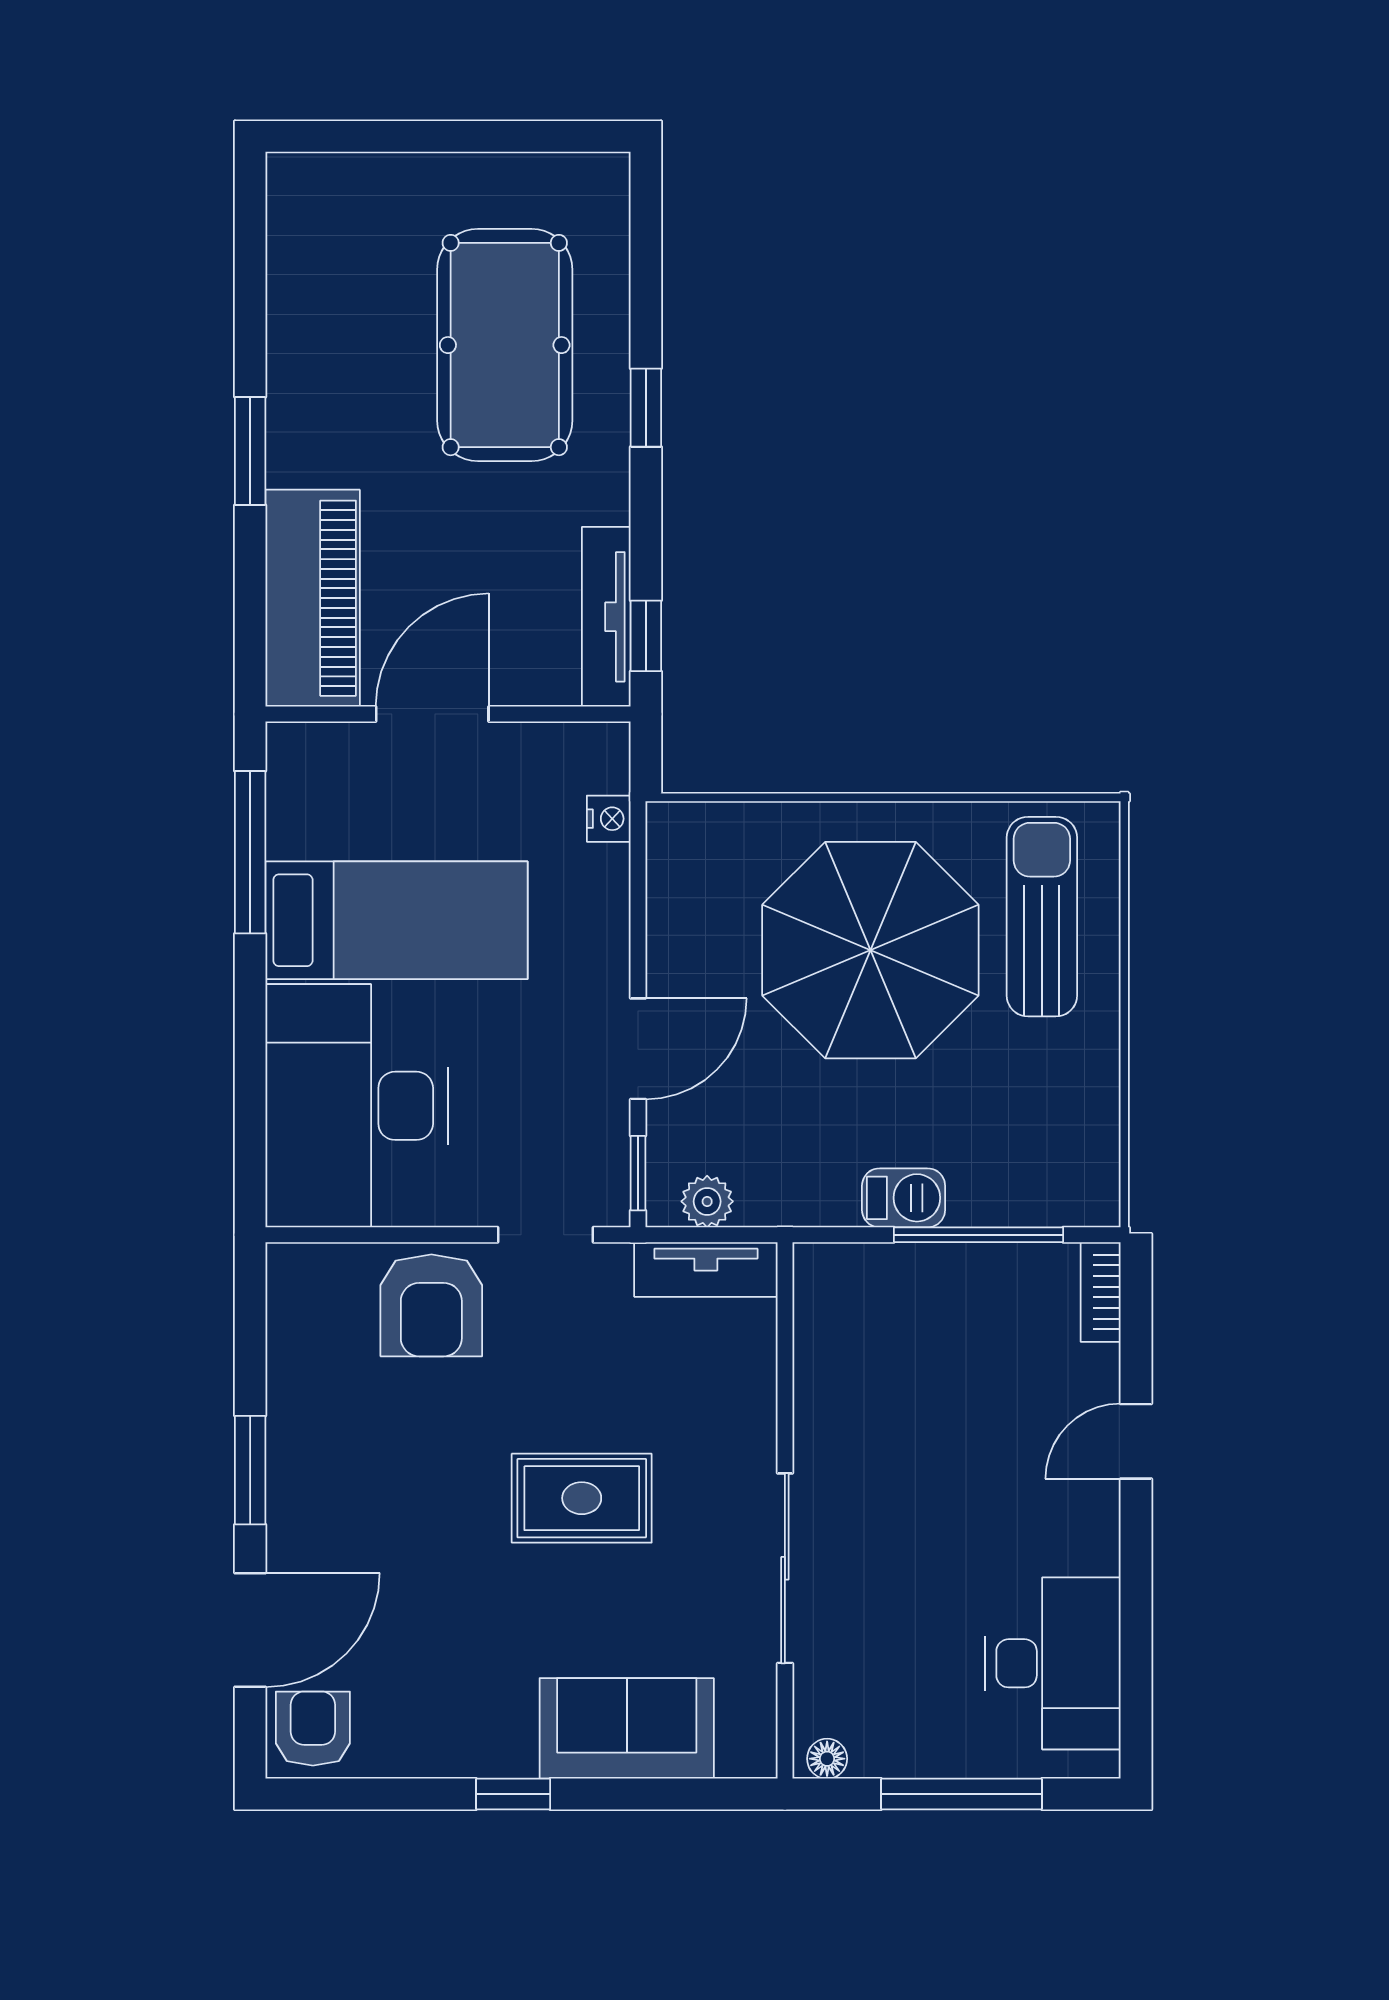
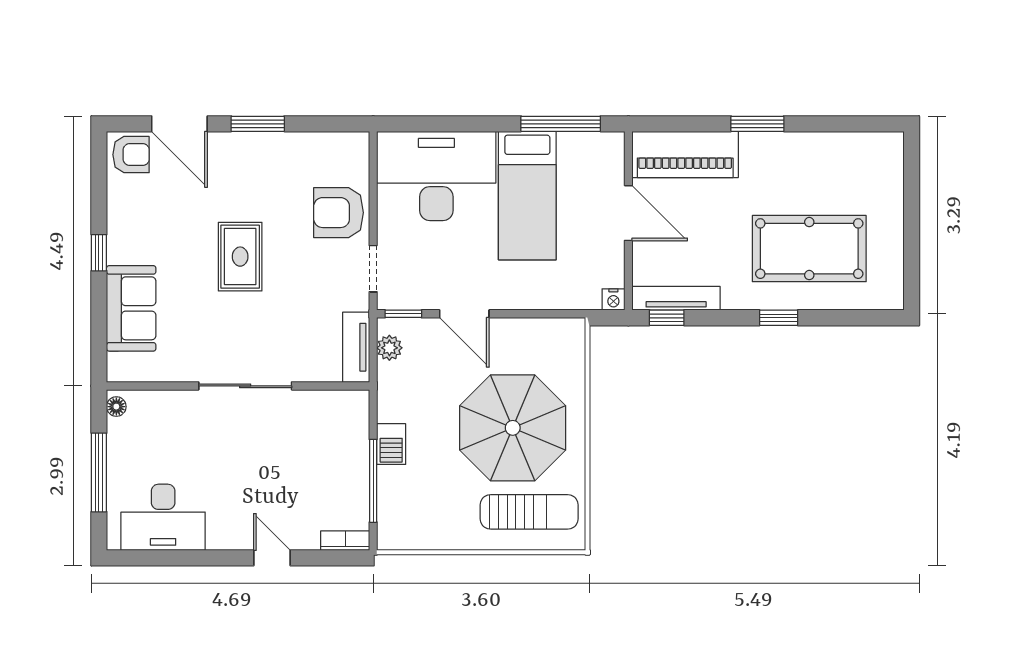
nightstand: (609, 819) -> (613, 300), moved
rug: (582, 1498) -> (240, 257), moved
sliding door: (785, 1568) -> (245, 386), moved

